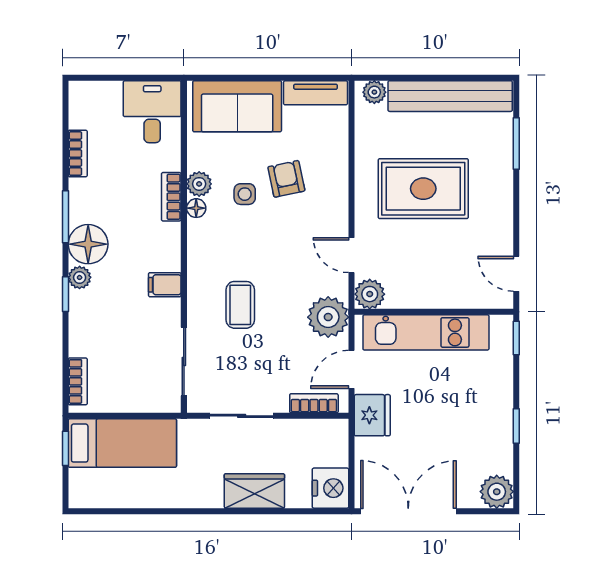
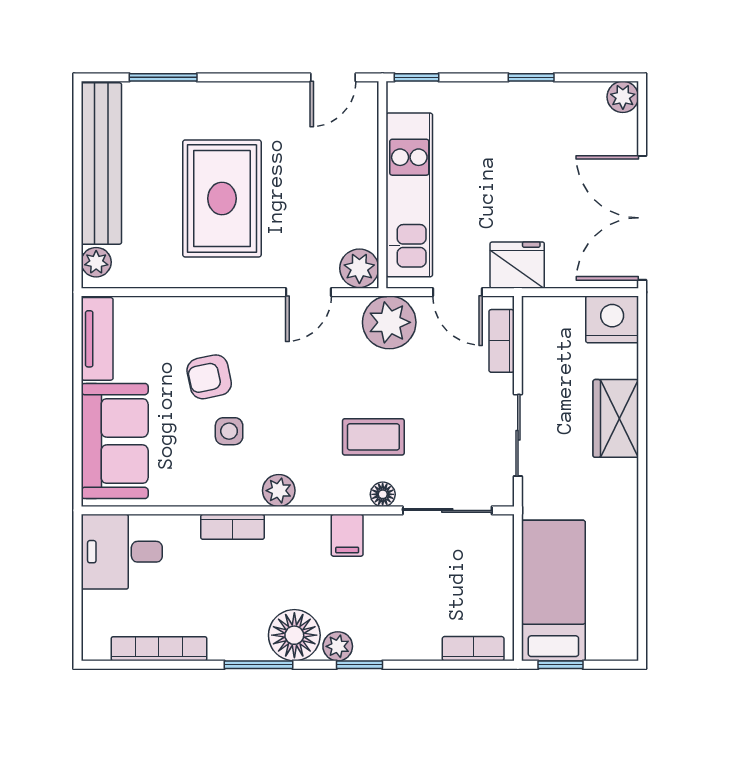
bookcase: (78, 153) -> (159, 649), width x1.56
plant: (199, 184) -> (279, 491), moved
floor lamp: (196, 208) -> (383, 494), moved
plant: (497, 492) -> (623, 97), width x0.73, depth x0.73

